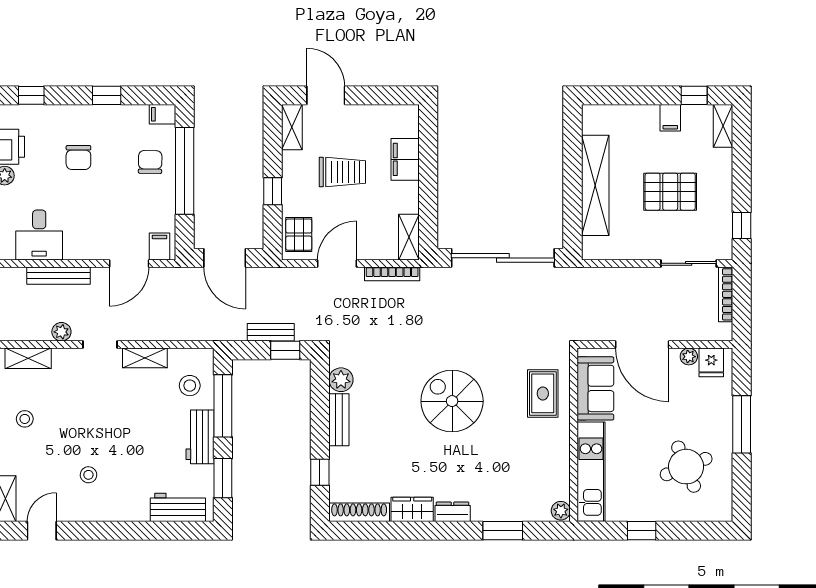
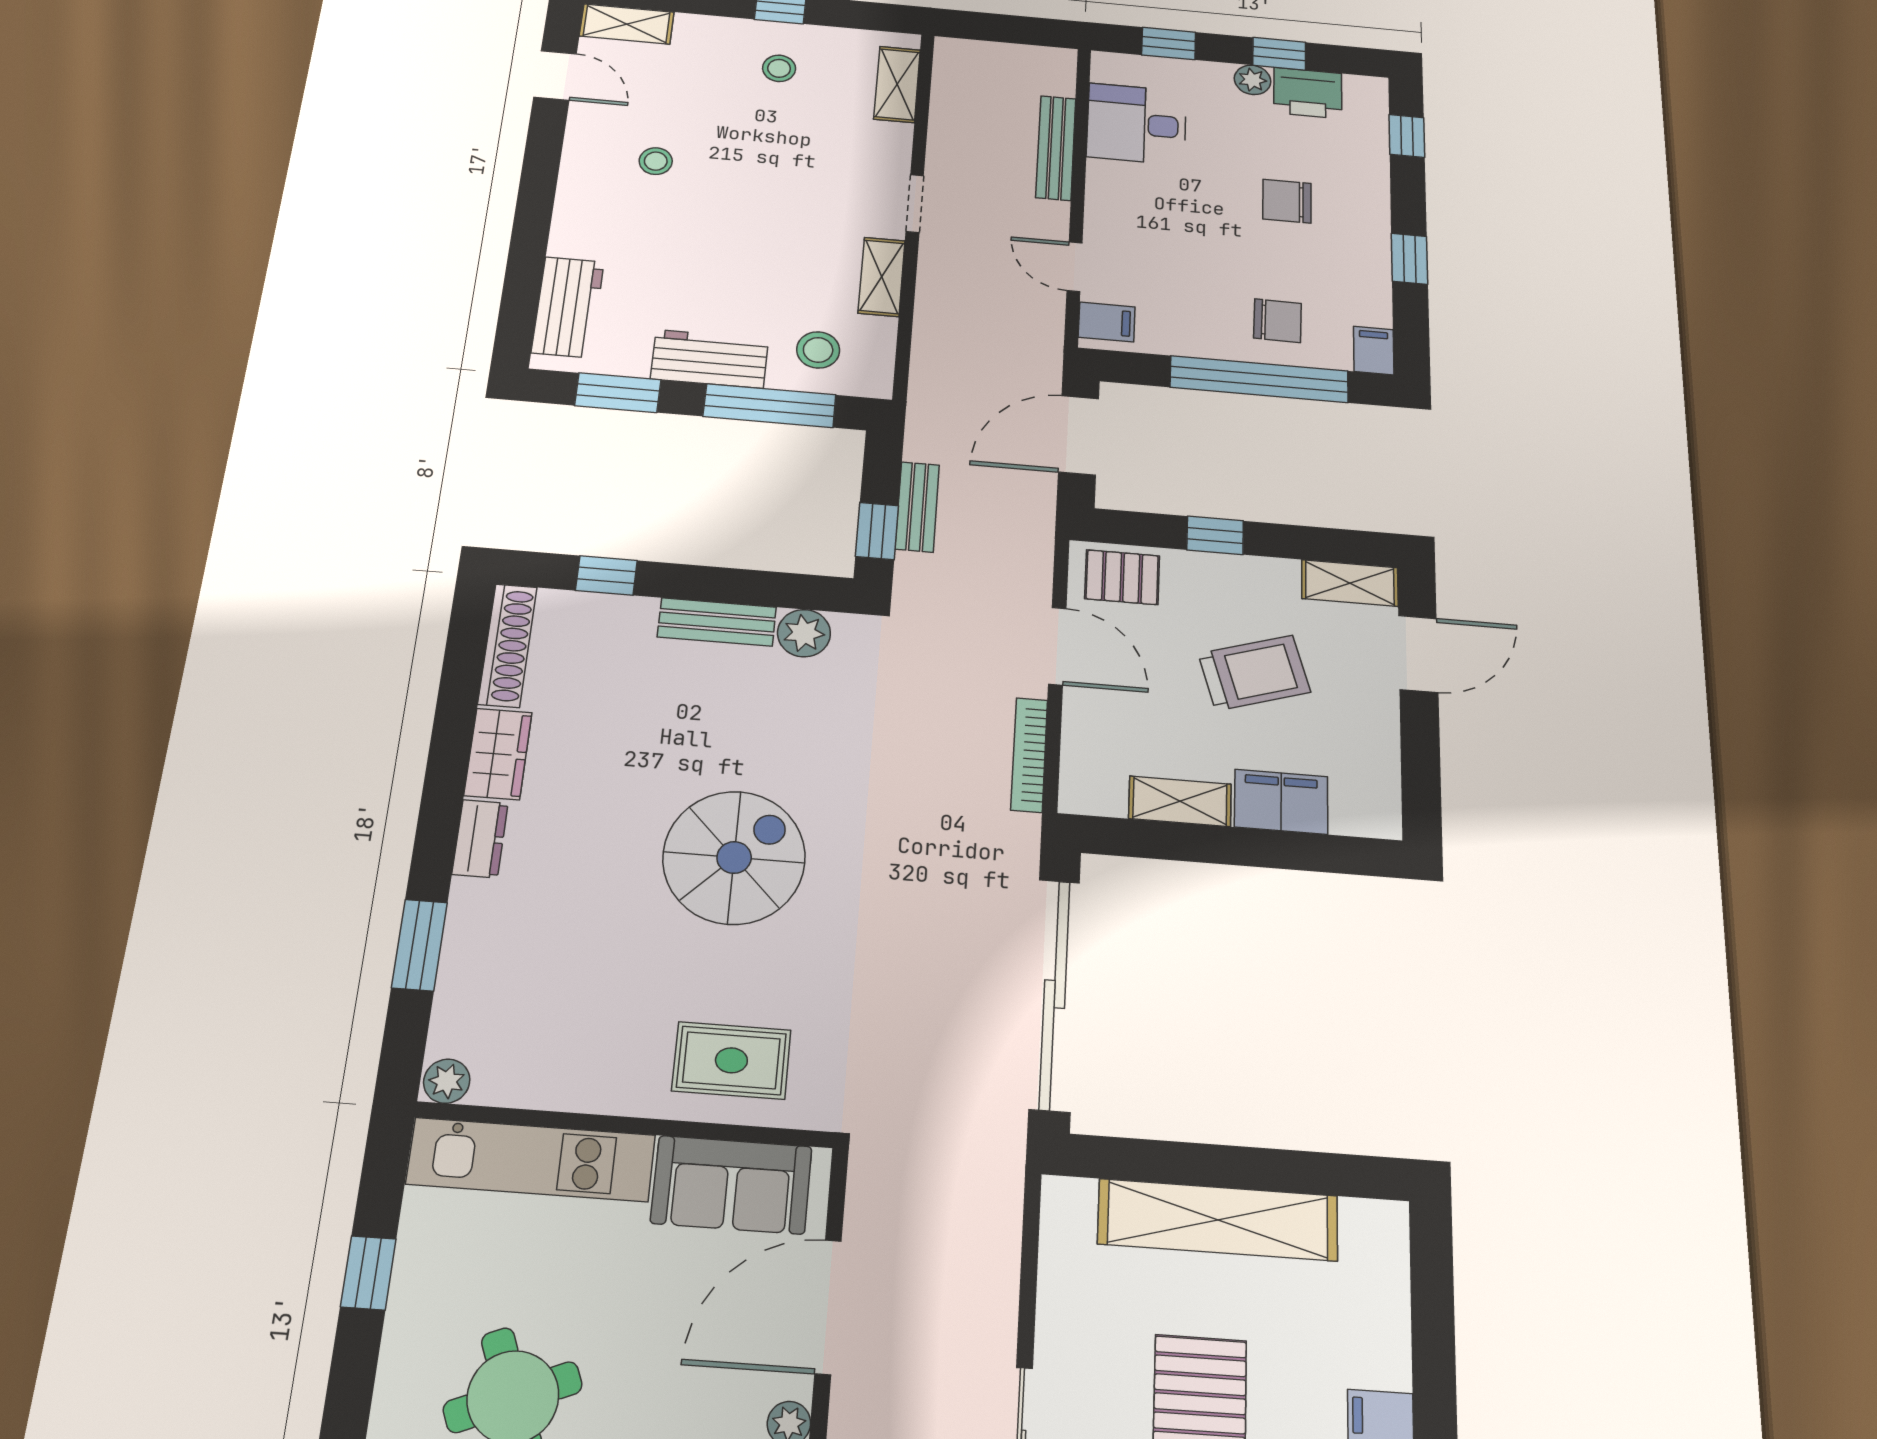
trolley: (342, 172) -> (1254, 673), turned -107
shelving: (409, 237) -> (1180, 801), moved
door: (129, 263) -> (1075, 267), width x0.73
plant: (61, 332) -> (945, 143), removed

